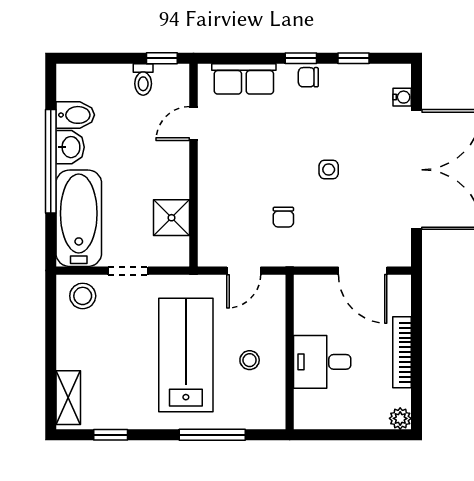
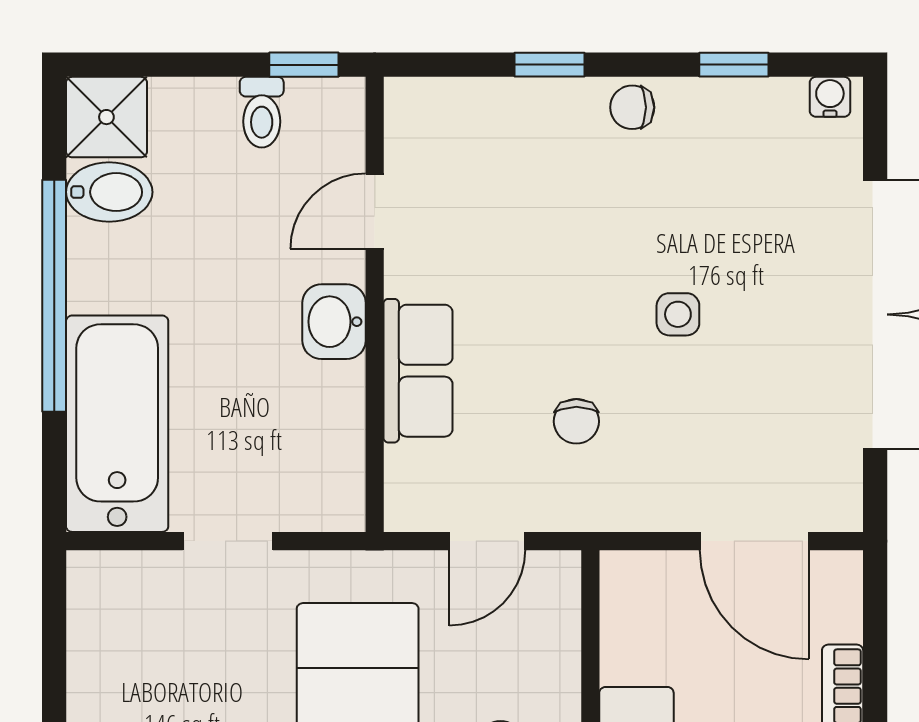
window: (301, 58) -> (550, 65), moved
row of seats: (244, 79) -> (418, 371), moved, turned -90
water cooler: (402, 97) -> (830, 97), moved, turned -90
washbasin: (70, 147) -> (334, 322), moved, turned 180
shower: (172, 218) -> (106, 117), moved
stool: (83, 296) -> (126, 598), removed

